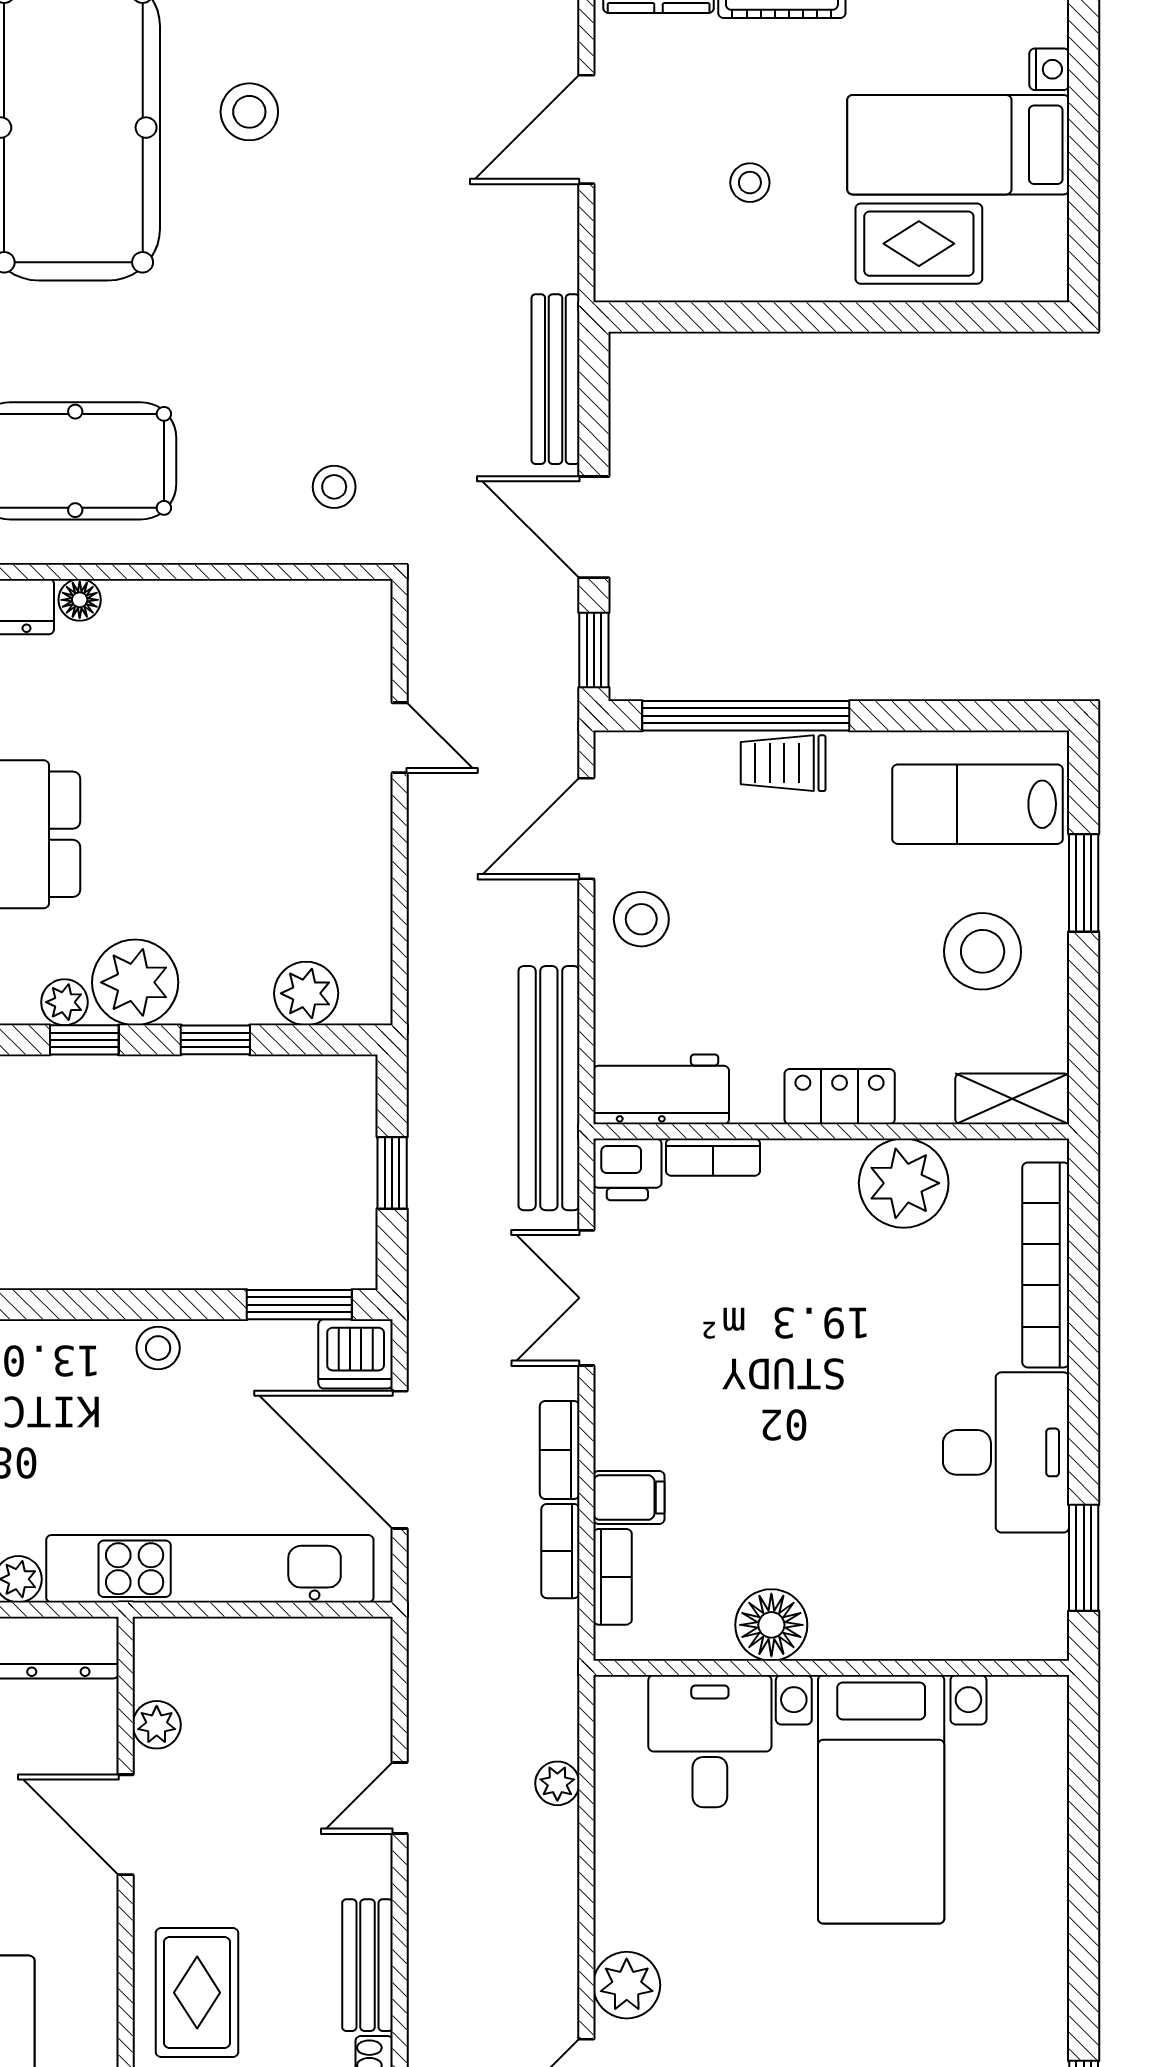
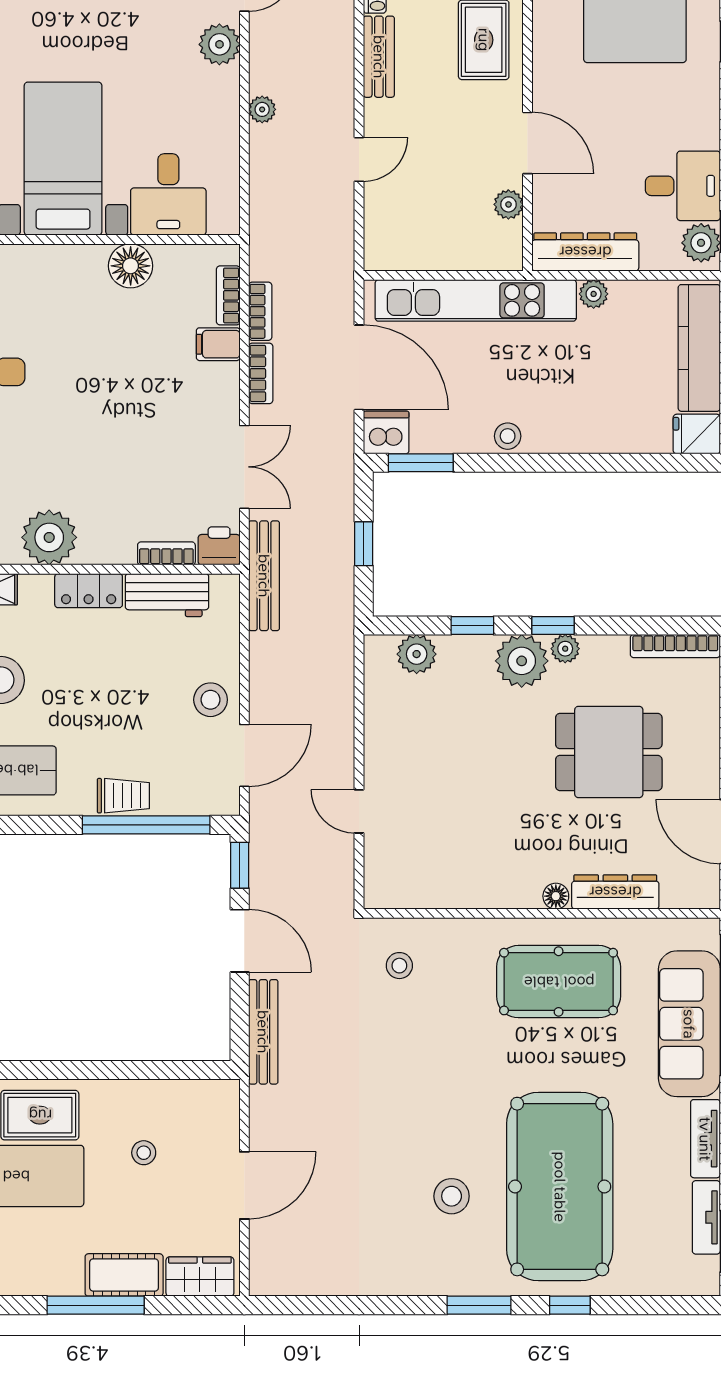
bench: (549, 1088) -> (264, 576), width x0.73, depth x0.82
workbench: (661, 1089) -> (167, 595), moved
plant: (557, 1783) -> (262, 109), moved

